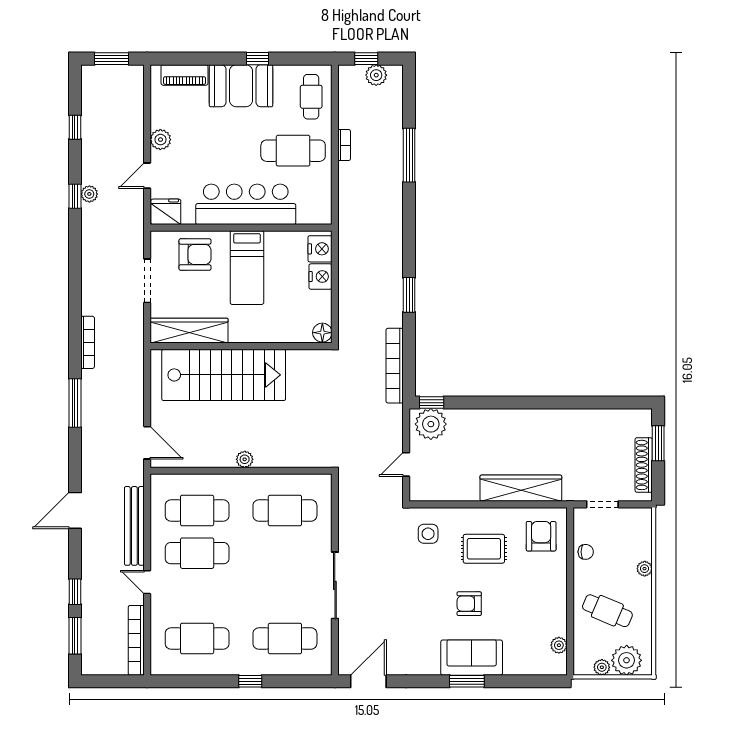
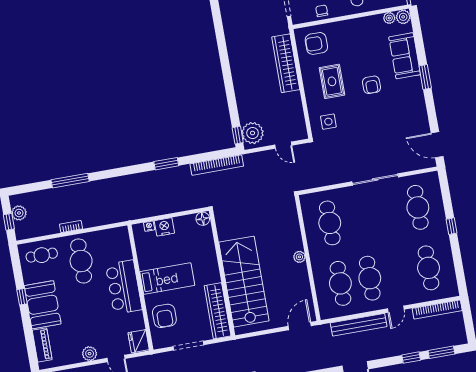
bar counter: (246, 204) -> (124, 287), width x0.73
nightstand: (320, 249) -> (149, 226), width x0.53, depth x0.56
armchair: (195, 254) -> (164, 316), turned 180
sofa: (472, 658) -> (405, 56), moved
plant: (557, 665) -> (403, 17), added

